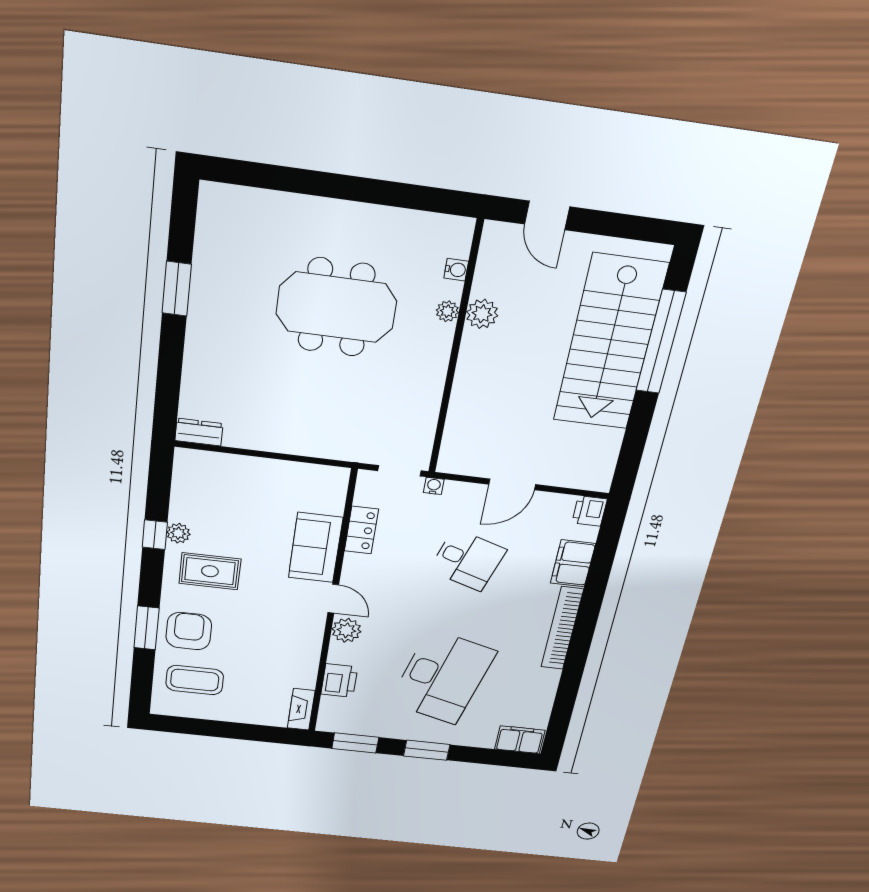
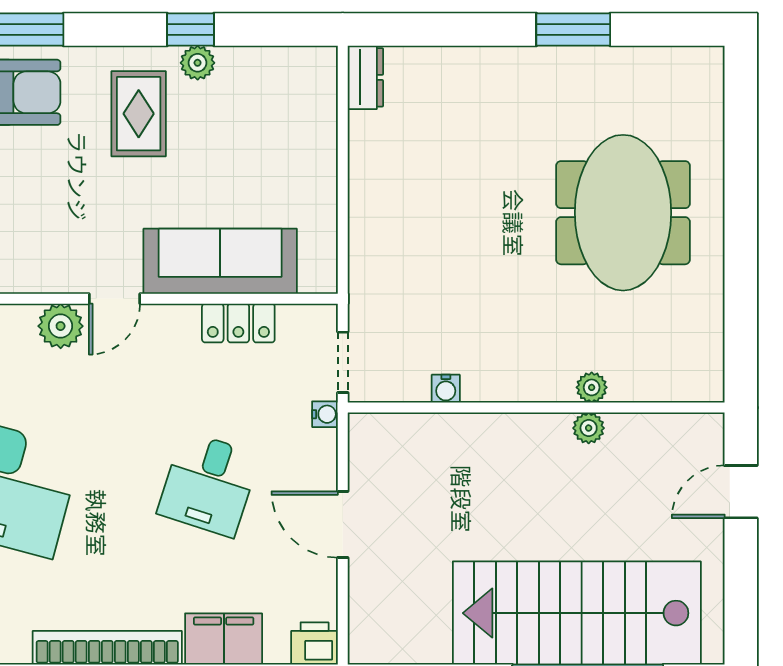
water cooler: (456, 270) -> (446, 389), moved
meeting table: (336, 307) -> (623, 213), moved
plant: (482, 314) -> (589, 428), width x0.73, depth x0.73
sofa: (316, 548) -> (220, 261), width x1.36

